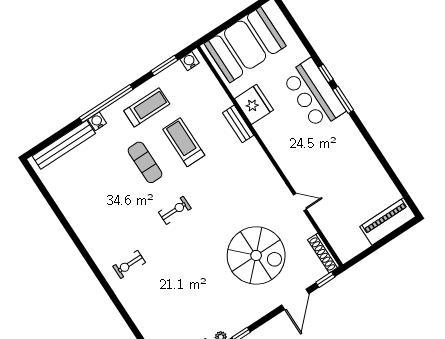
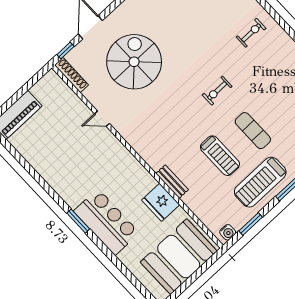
window: (326, 73) -> (99, 243), removed
treadmill: (147, 107) -> (260, 182), width x1.37, depth x1.38
spiral stairs: (256, 255) -> (134, 62), turned 90

